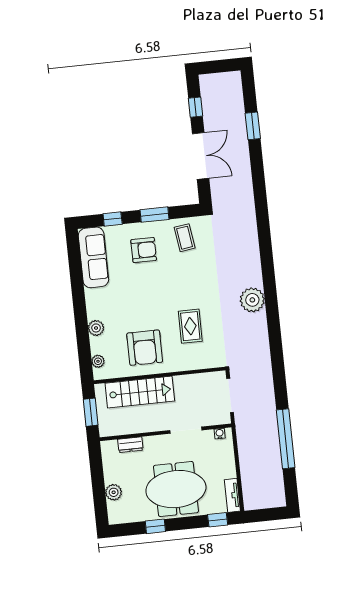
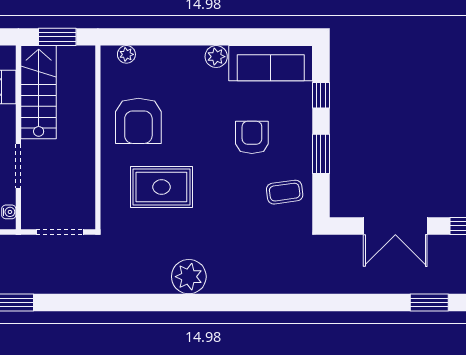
armchair: (144, 250) -> (252, 137), moved, turned 180
rug: (190, 326) -> (161, 187), width x1.36, depth x1.43
plant: (96, 328) -> (216, 57), moved
armchair: (145, 348) -> (138, 121), turned -90
stairs: (140, 392) -> (39, 92), moved, turned 180

